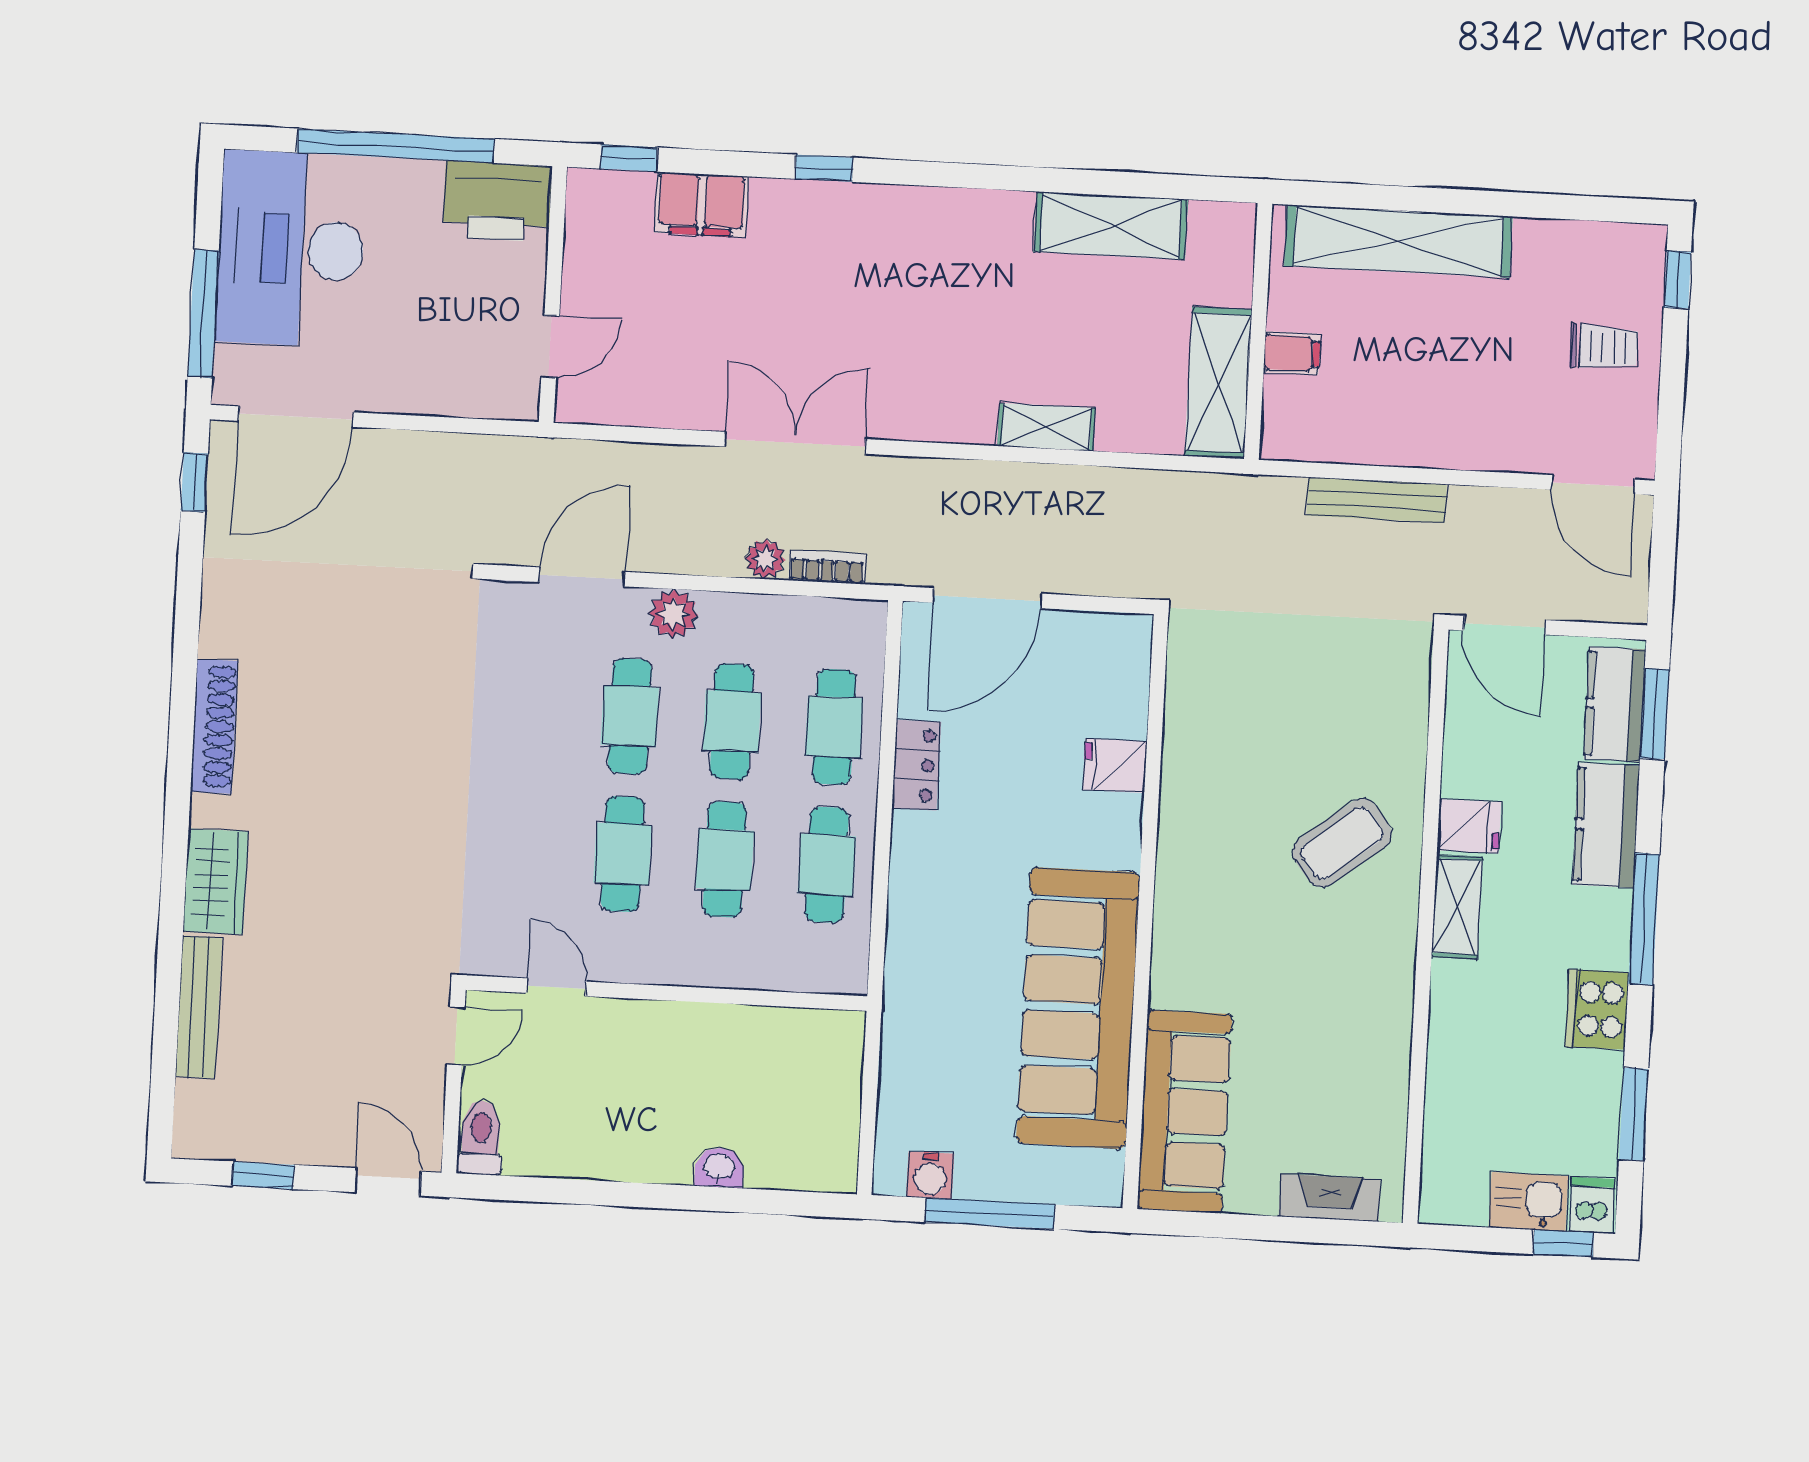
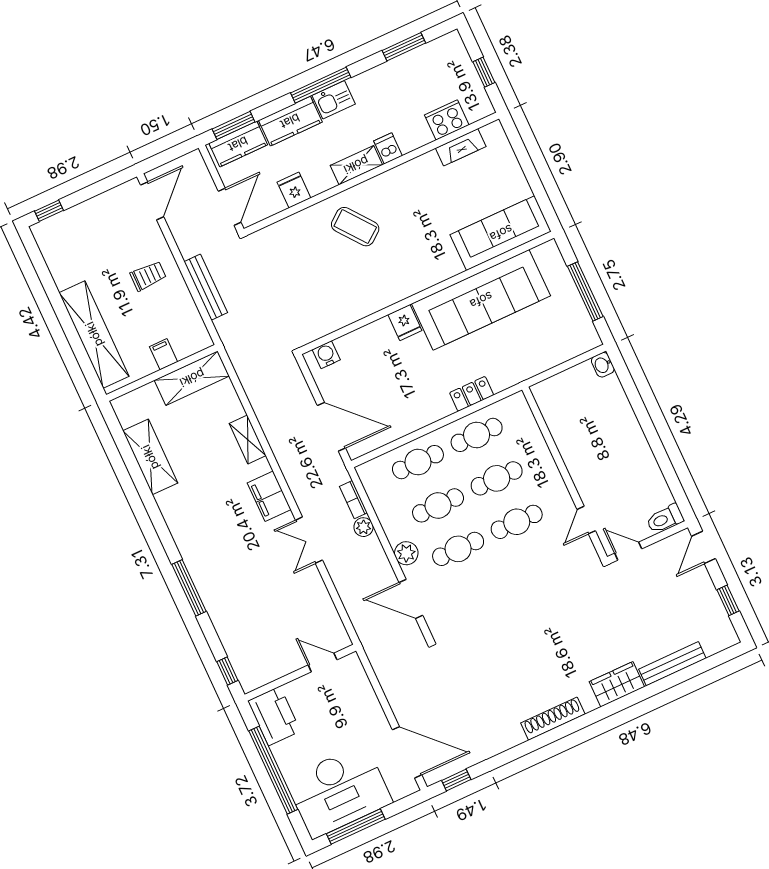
window: (824, 168) -> (189, 588), width x2.17
filing cabinet: (702, 205) -> (269, 496), moved, turned 180
window: (203, 314) -> (356, 826), moved
trolley: (1604, 347) -> (148, 276), moved, turned 90
double door: (795, 443) -> (309, 540), width x0.73
locker: (916, 765) -> (472, 394), moved
fridge: (1115, 766) -> (405, 323), moved
fridge: (1469, 826) -> (294, 190), moved
cooker: (1597, 1009) -> (447, 120), moved, turned 180
washbasin: (719, 1168) -> (603, 365), moved
water cooler: (930, 1175) -> (326, 355), moved, turned -90
fireplace: (1330, 1198) -> (461, 147), moved, turned -90
kitchen sink: (1528, 1202) -> (334, 100), moved, turned -90
dishwasher: (1592, 1205) -> (388, 148), moved, turned 90
window: (1563, 1243) -> (484, 72), moved

